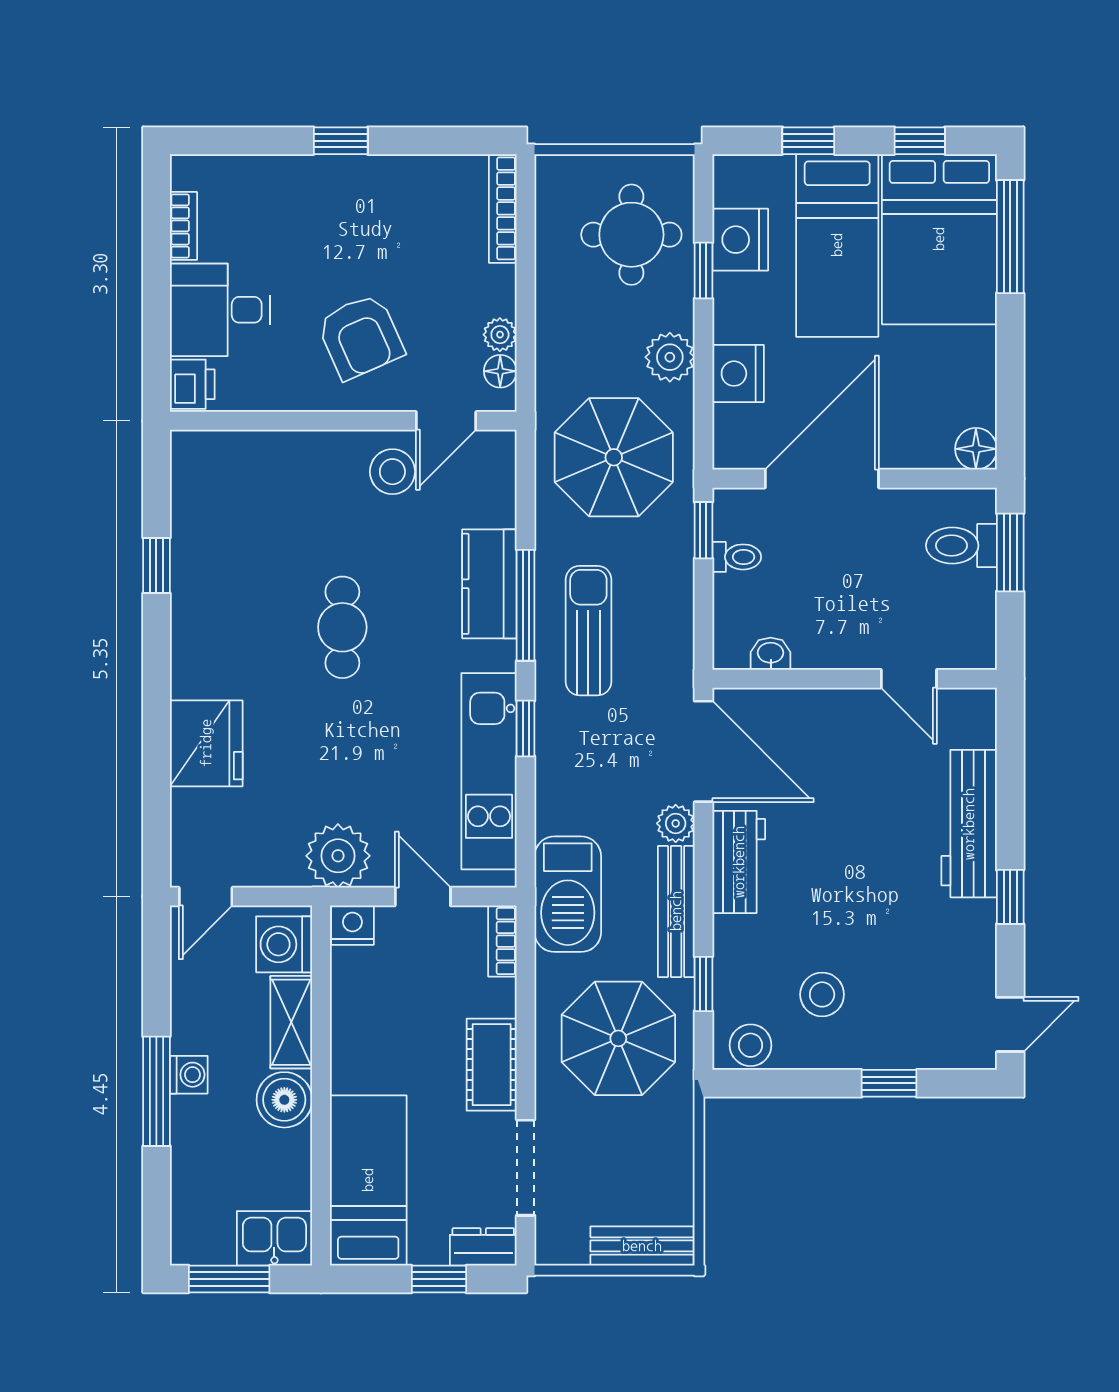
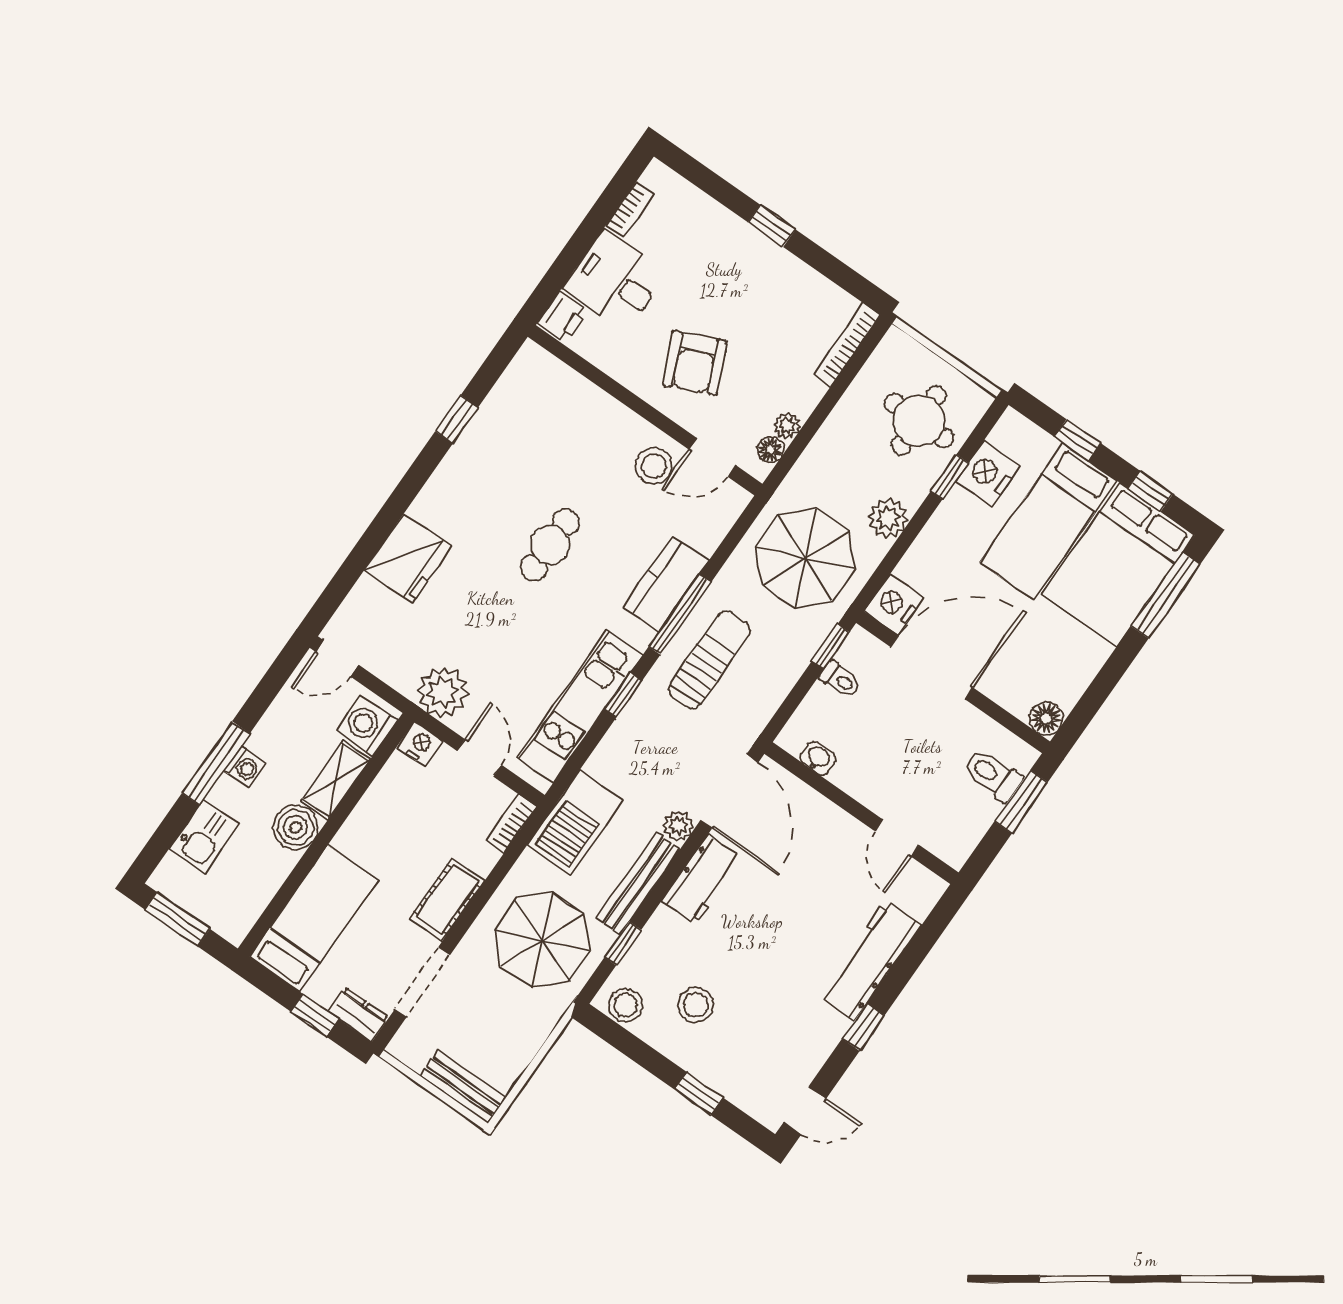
nightstand: (738, 374) -> (894, 604), moved
kitchen sink: (274, 1238) -> (204, 837), moved, turned 90

